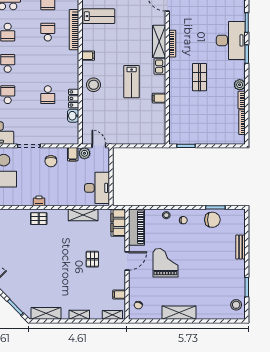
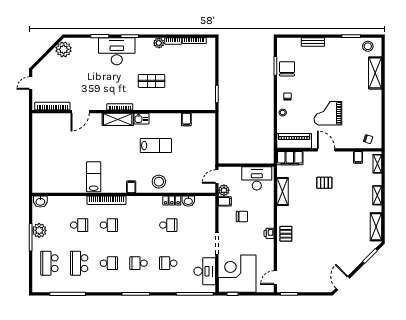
school desk: (48, 32) -> (109, 225), turned 180
filing cabinet: (159, 98) -> (186, 120), moved
chair: (51, 161) -> (242, 216), moved
shelving: (179, 313) -> (375, 73), moved

